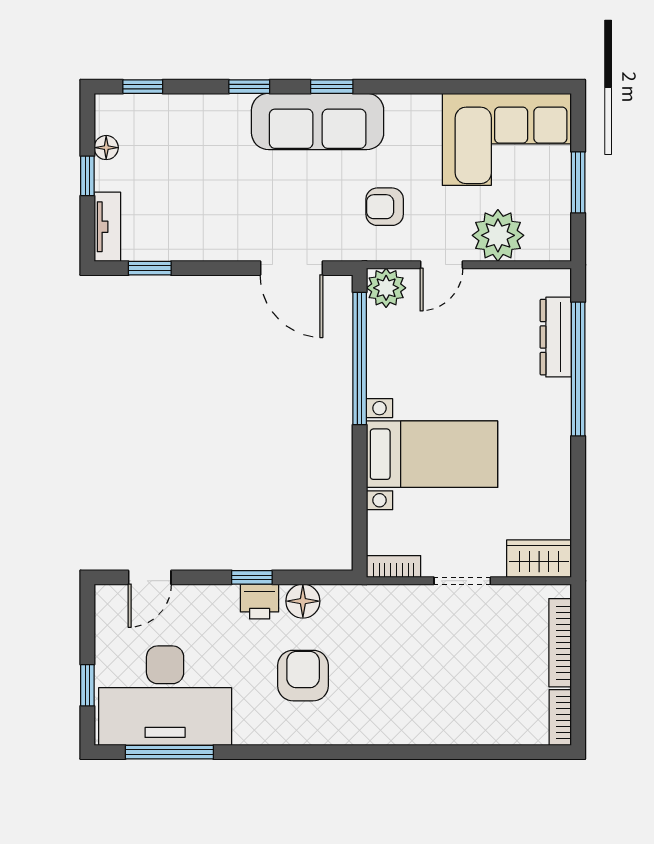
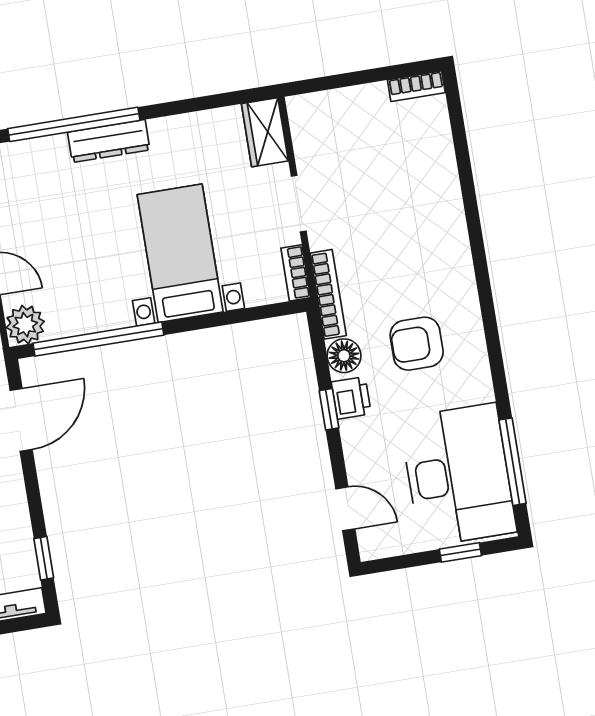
dresser: (556, 337) -> (109, 141), moved
bookcase: (560, 643) -> (328, 294), moved, turned -90

